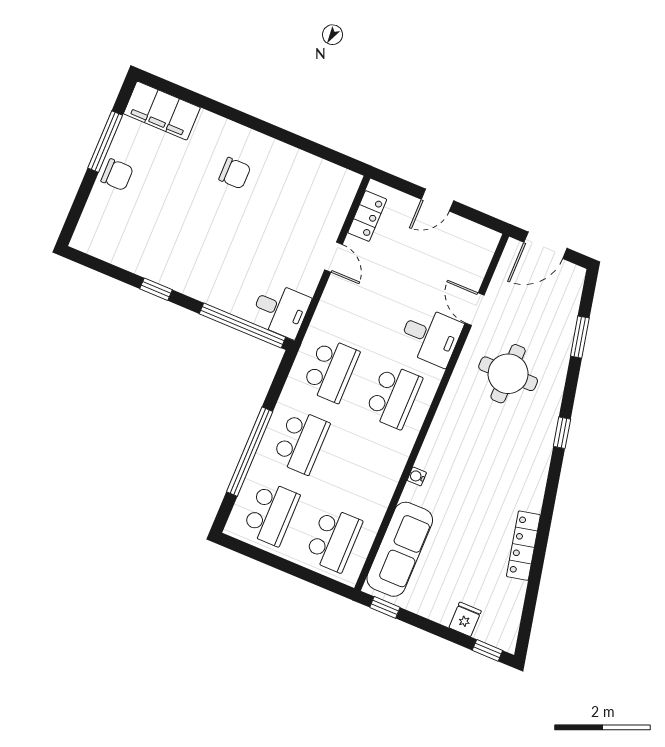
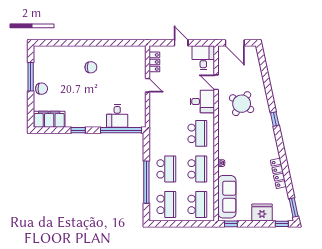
filing cabinet: (162, 111) -> (49, 119), moved, turned 180
door: (437, 200) -> (181, 43), swing flipped
door: (545, 245) -> (235, 43), hinge flipped
desk: (470, 249) -> (203, 58), added
desk: (281, 310) -> (117, 116), moved, turned 90
window: (580, 337) -> (294, 208), moved
school desk: (331, 370) -> (197, 169), moved
round table: (508, 374) -> (242, 104), turned 33
fridge: (465, 619) -> (262, 213), width x1.88, depth x1.34

